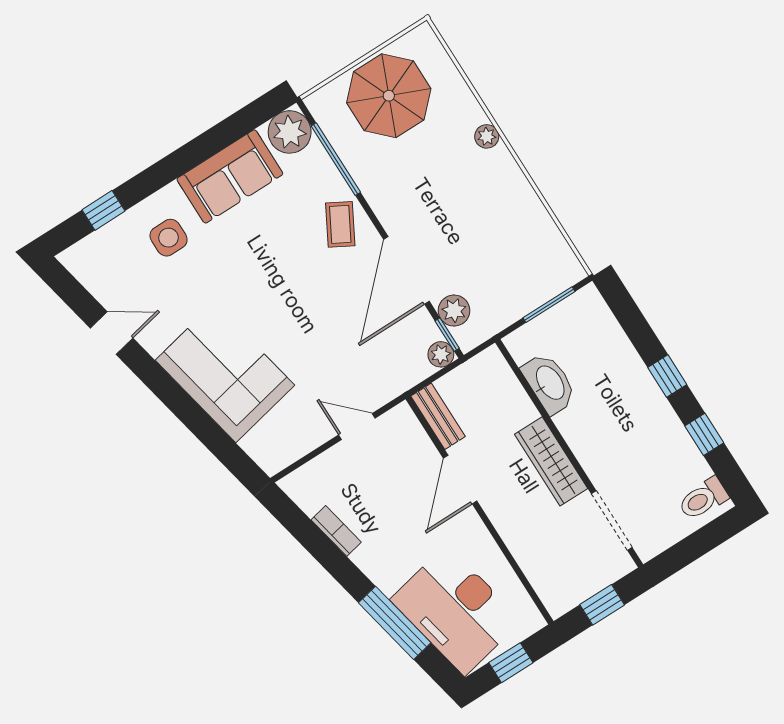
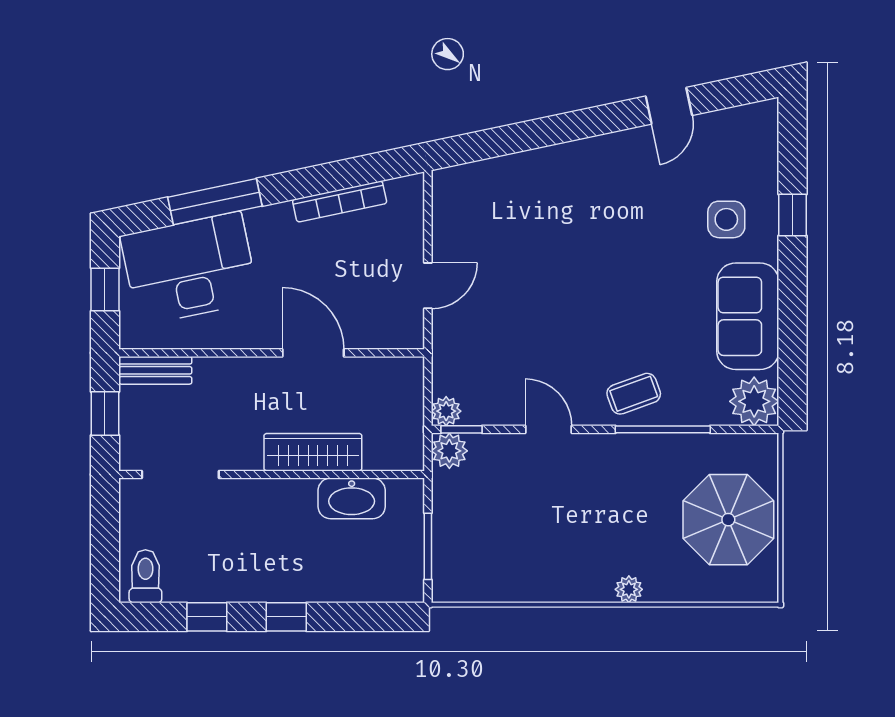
window: (336, 159) -> (663, 429), moved
window: (104, 210) -> (793, 215), moved
coffee table: (340, 224) -> (634, 394), turned -49
door: (406, 270) -> (548, 429), width x0.53
plant: (454, 311) -> (449, 451), moved
corner sofa: (225, 373) -> (561, 191), removed
bench: (438, 416) -> (155, 370), moved
wardrobe: (551, 461) -> (313, 452), moved
bookcase: (336, 531) -> (340, 201), width x1.56

